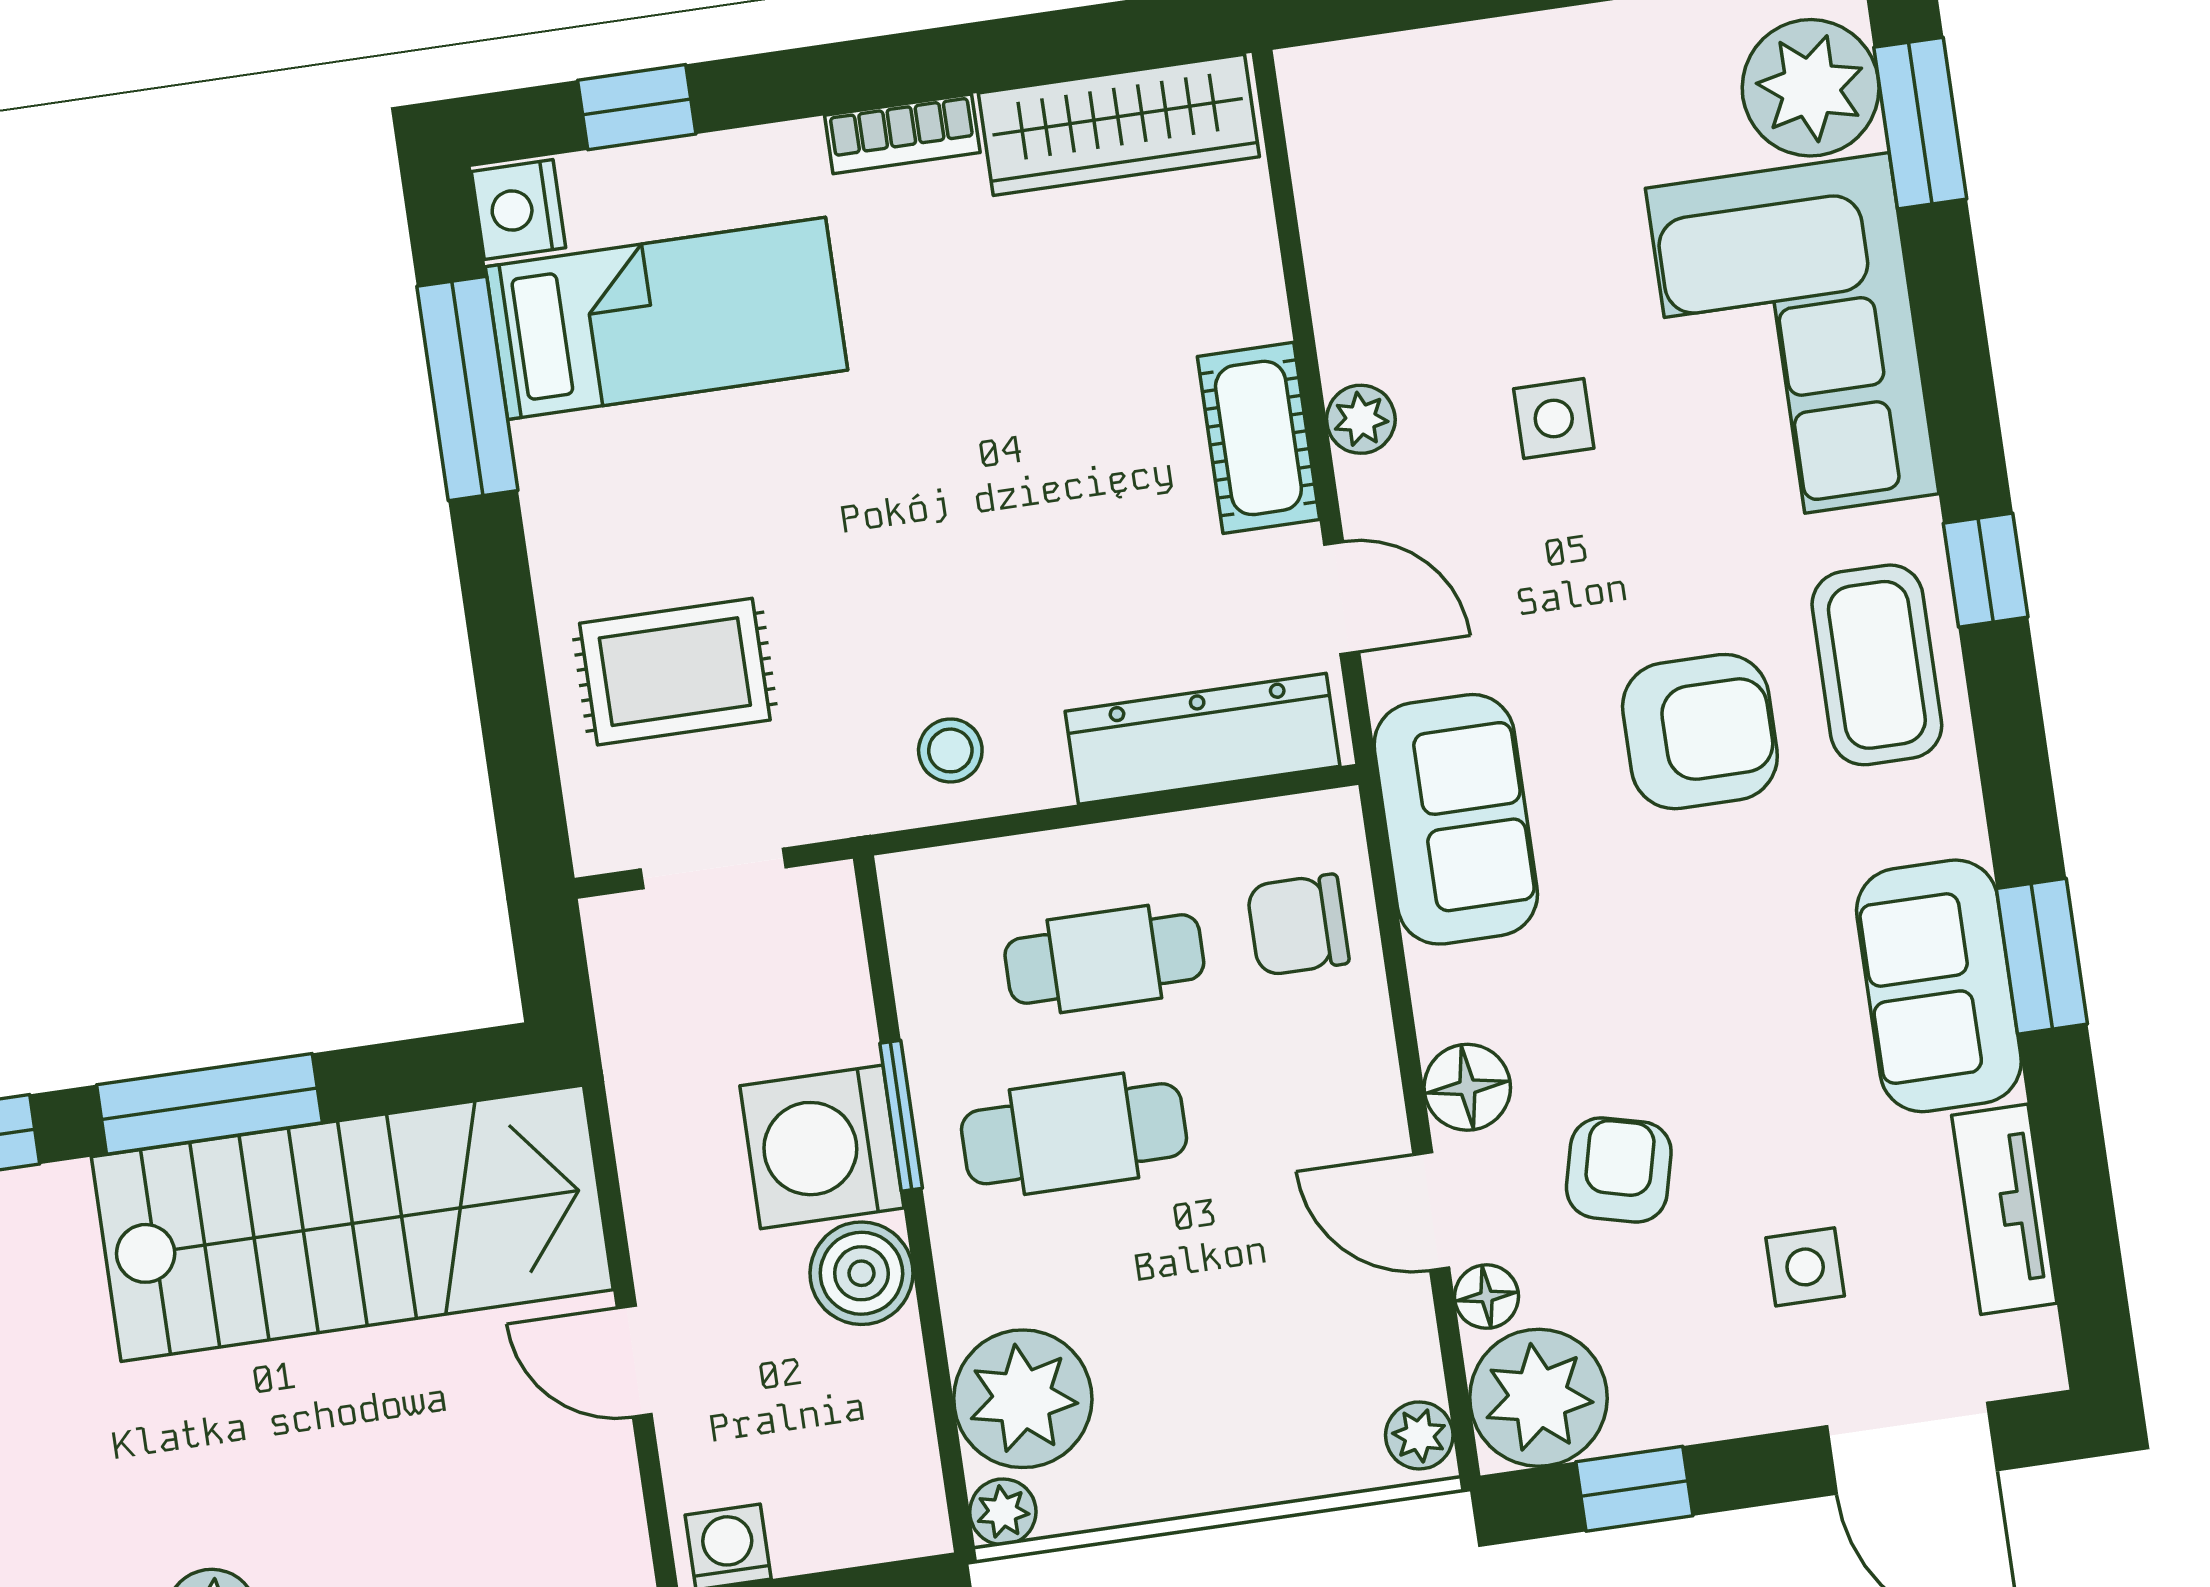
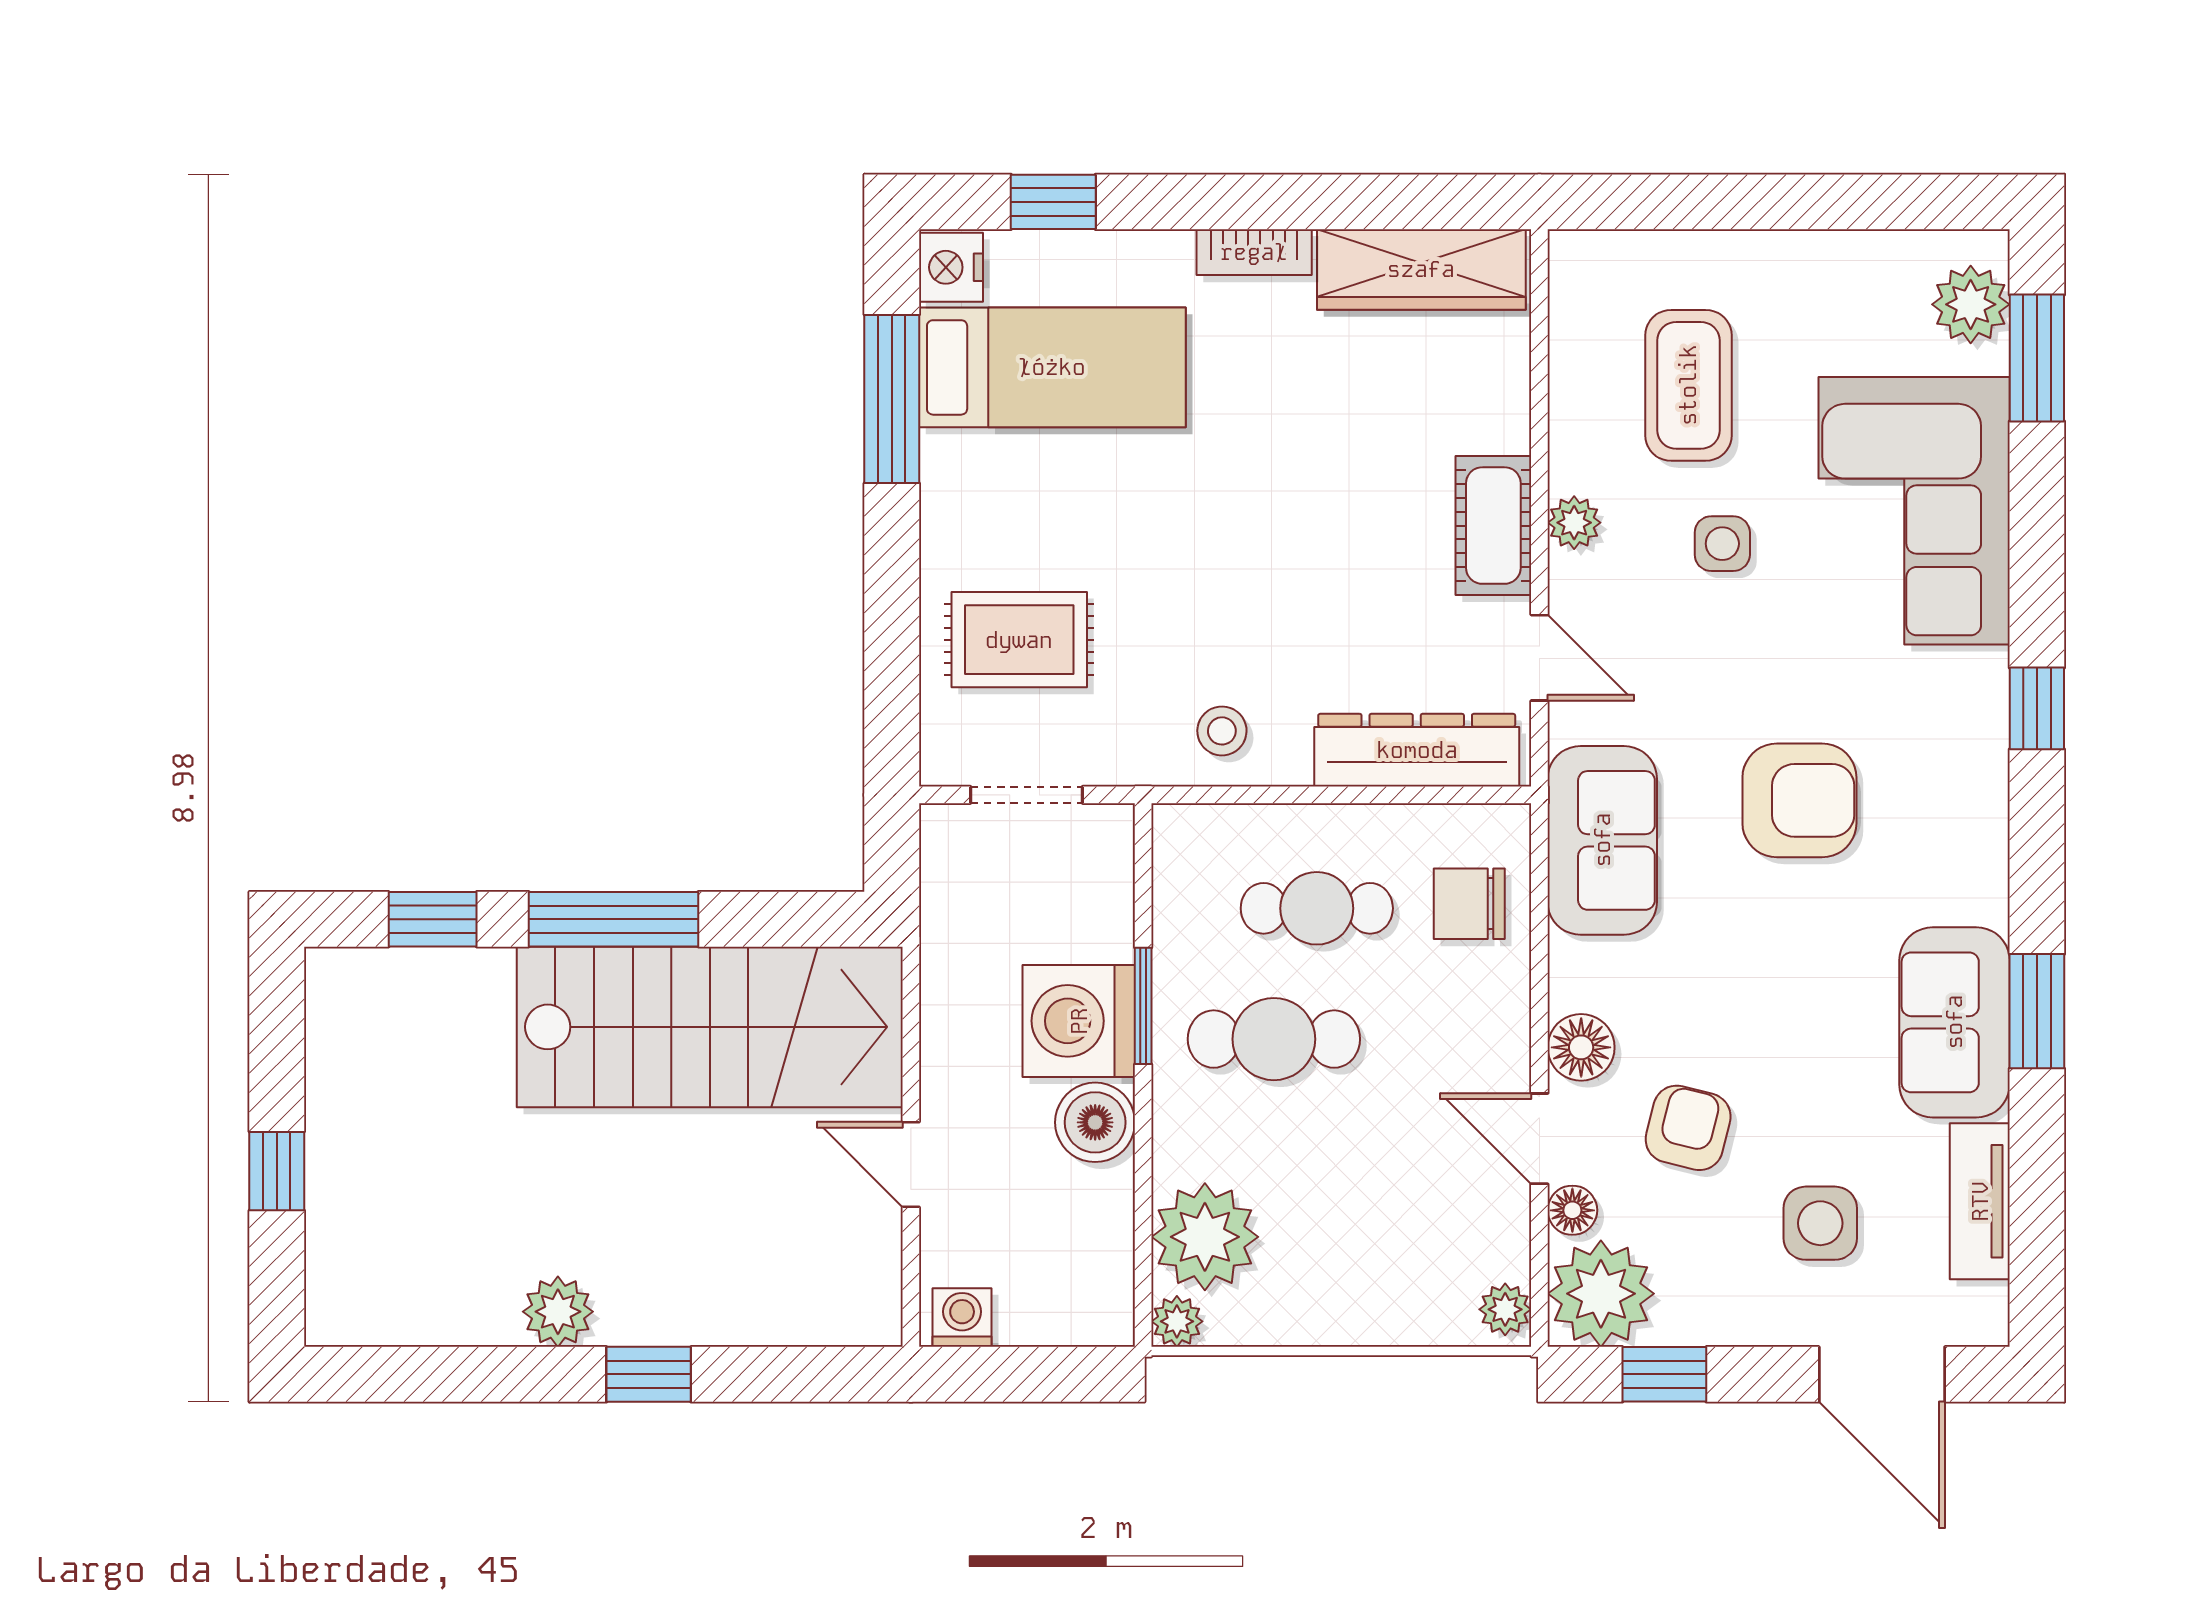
plant: (1811, 88) -> (1971, 304), width x0.73, depth x0.73
coffee table: (1877, 665) -> (1688, 385), moved
side table: (1805, 1267) -> (1820, 1223), width x1.37, depth x1.37

